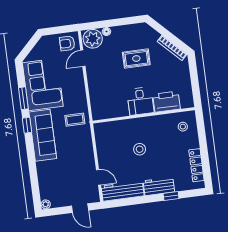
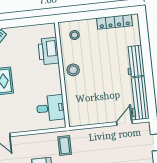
desk: (140, 101) -> (51, 108), moved
stool: (140, 149) -> (73, 70), moved
window: (171, 196) -> (146, 49), removed

